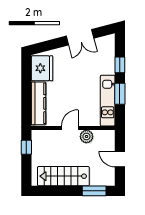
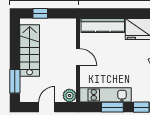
plant: (86, 136) -> (69, 96), moved
window: (26, 147) -> (40, 13), moved

